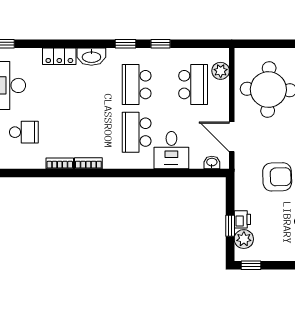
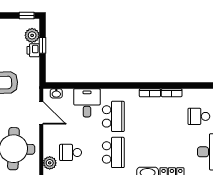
school desk: (193, 85) -> (71, 152), width x0.54

